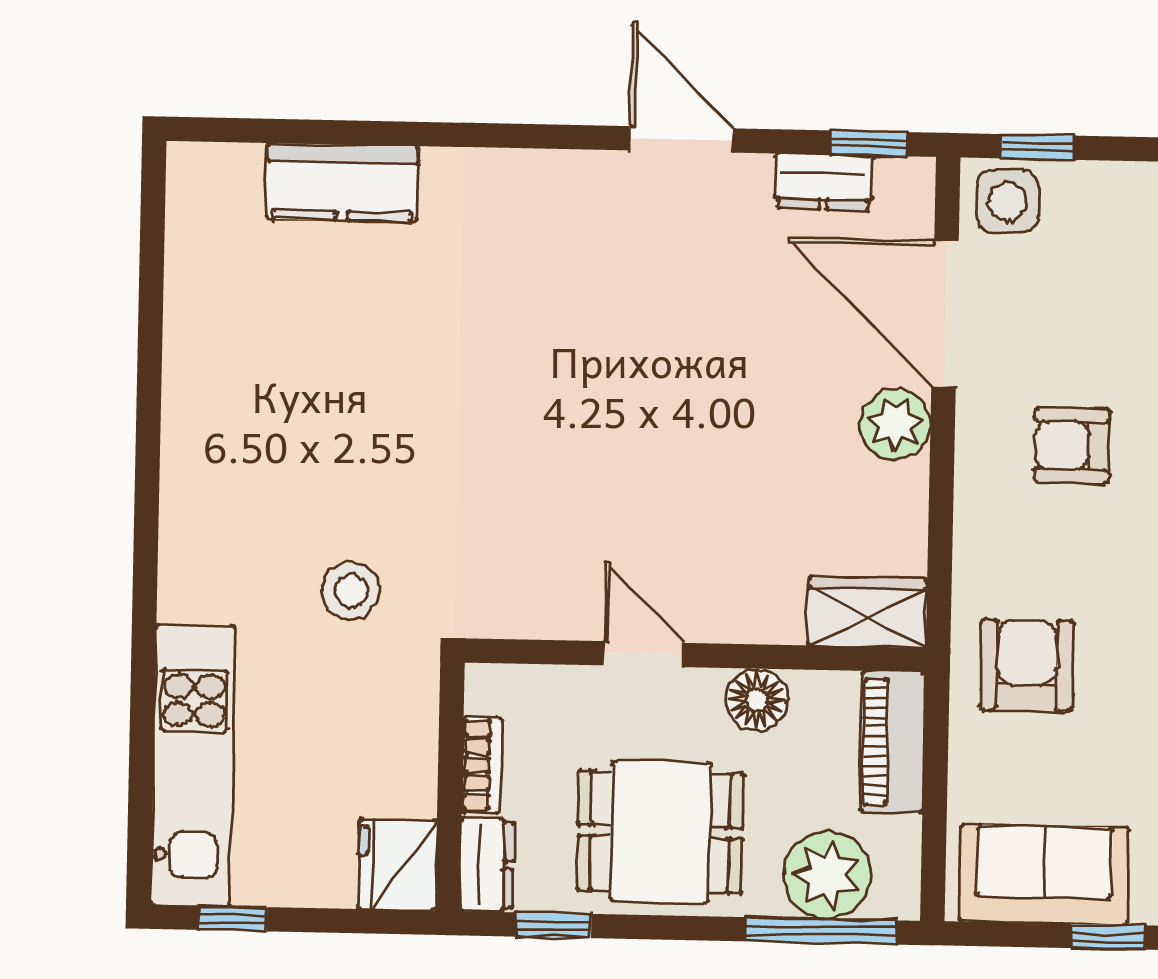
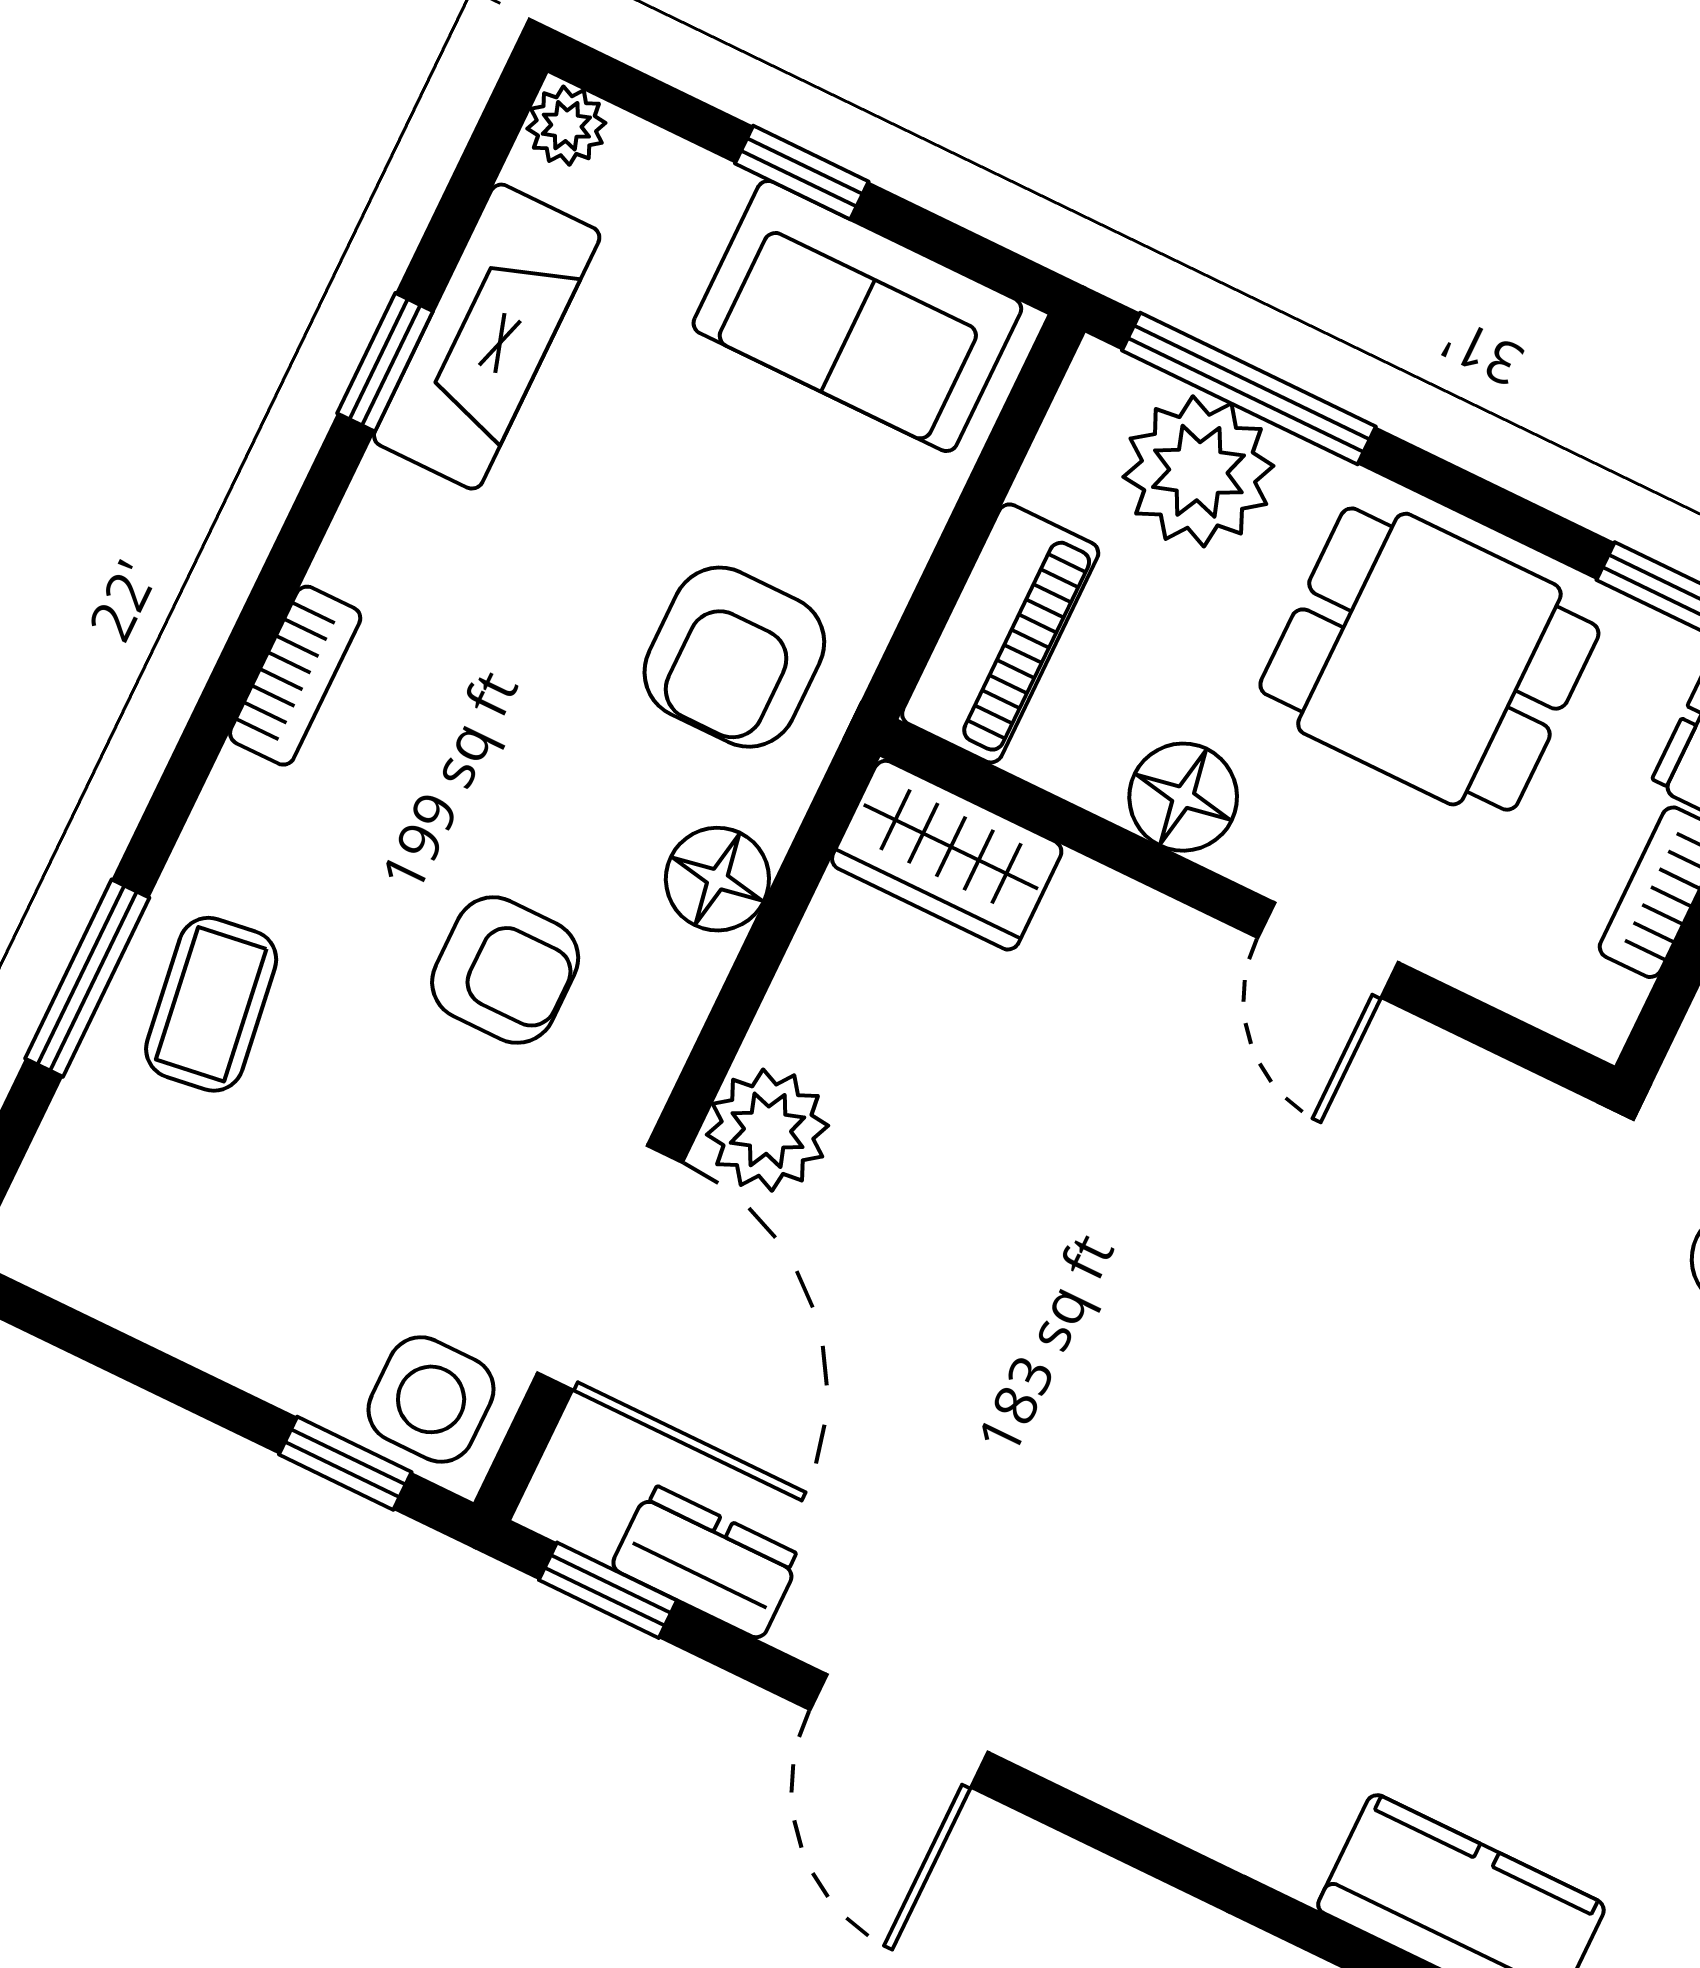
floor lamp: (982, 544) -> (717, 879), added

